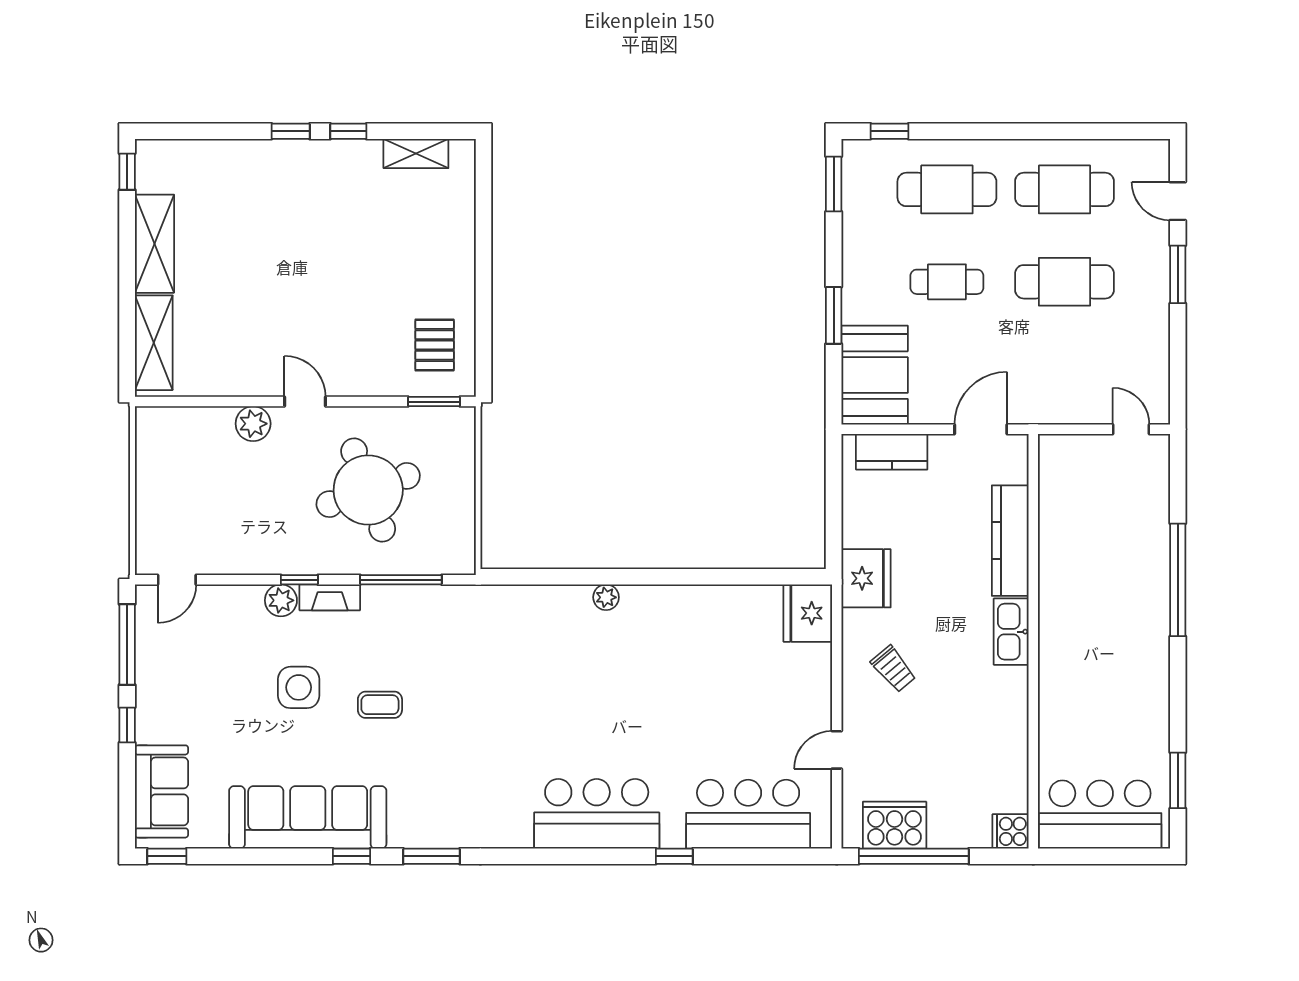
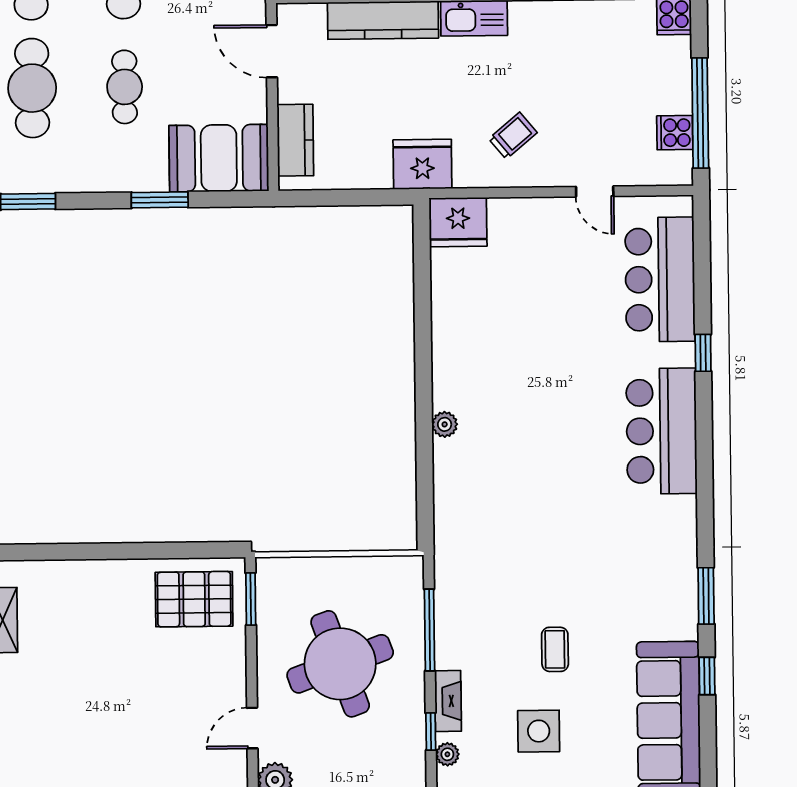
pallet: (435, 345) -> (194, 599), width x1.50, depth x1.42
plant: (281, 600) -> (447, 754), width x0.73, depth x0.73
cooker: (895, 825) -> (675, 133), width x0.53, depth x0.76

